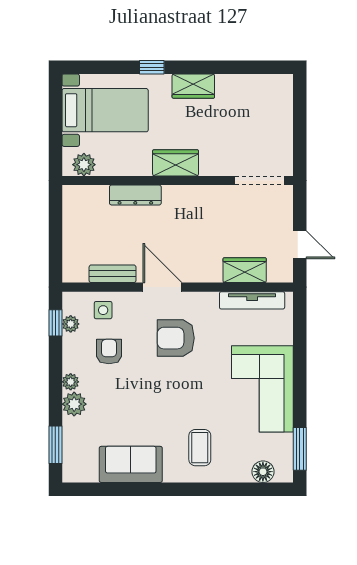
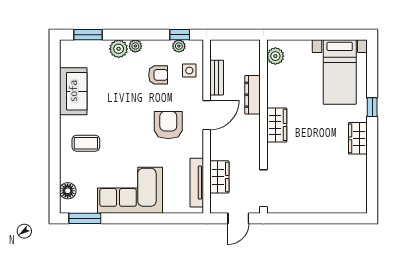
wardrobe: (176, 163) -> (277, 125), moved
plant: (84, 165) -> (275, 56), moved
wall: (178, 180) -> (263, 127), moved
doorway: (260, 180) -> (263, 188), moved
dresser: (135, 195) -> (253, 95), moved

